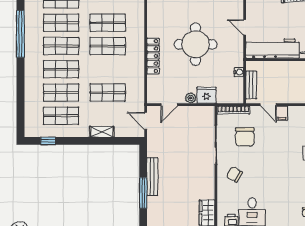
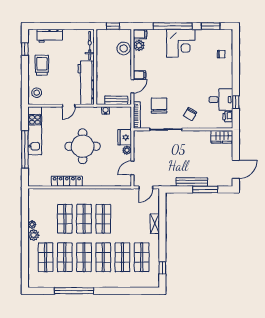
locker: (153, 56) -> (67, 181), moved
shop shelf: (108, 93) -> (103, 219), moved
door: (169, 105) -> (132, 168), swing flipped
chair: (245, 137) -> (159, 106), turned -90

